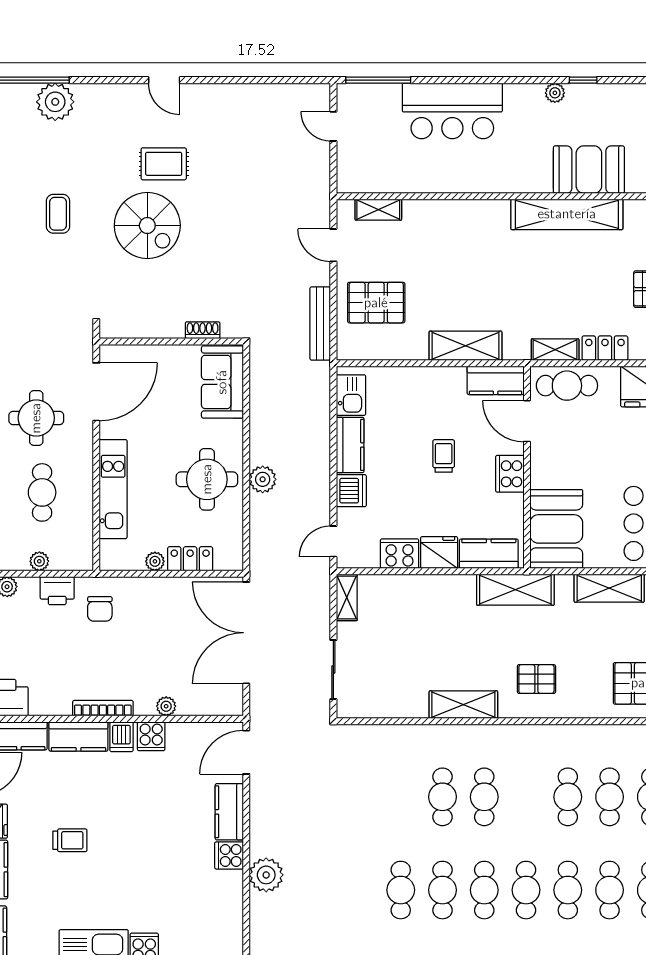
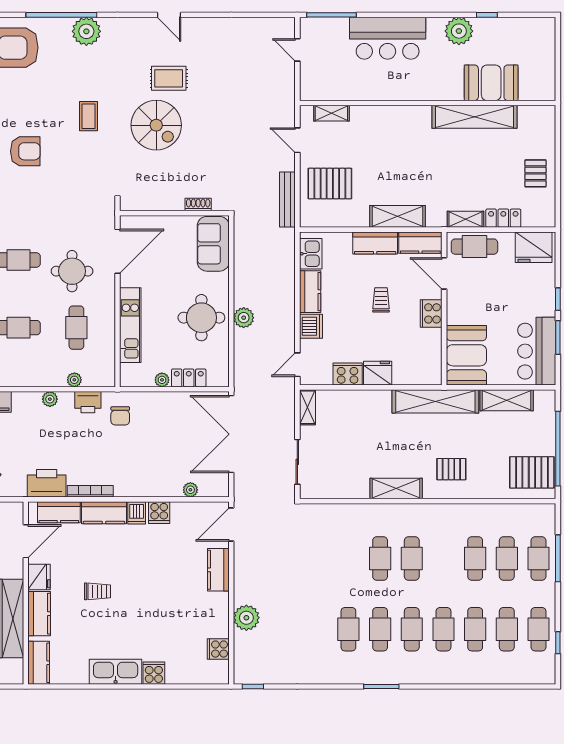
plant: (555, 93) -> (459, 31), width x1.88, depth x1.88
kitchen counter: (489, 554) -> (375, 243), moved, turned 180
shelving: (515, 590) -> (435, 401), width x1.47
plant: (166, 706) -> (190, 490), moved
bookcase: (103, 708) -> (90, 491), moved
cooker: (229, 855) -> (218, 649), moved

